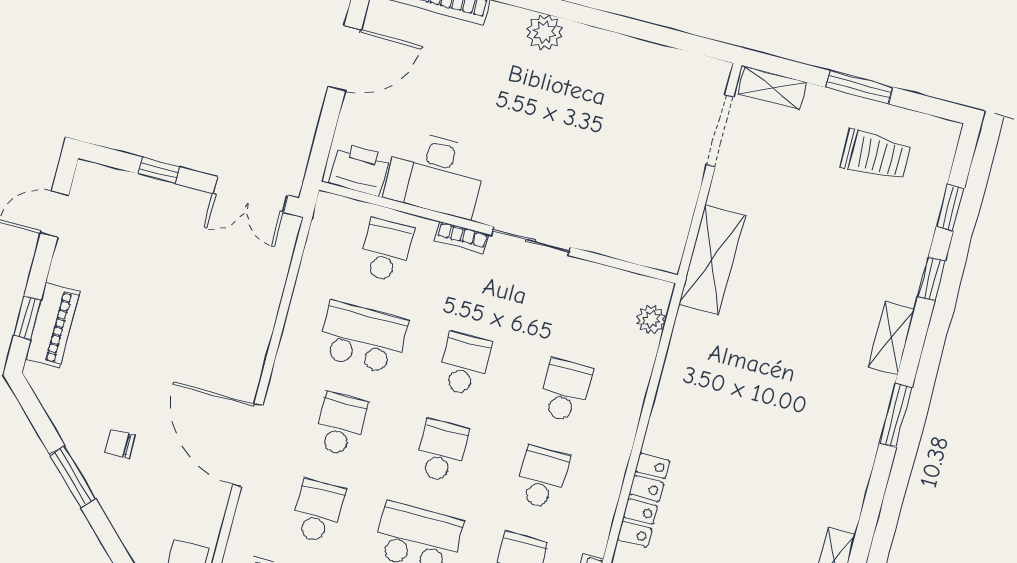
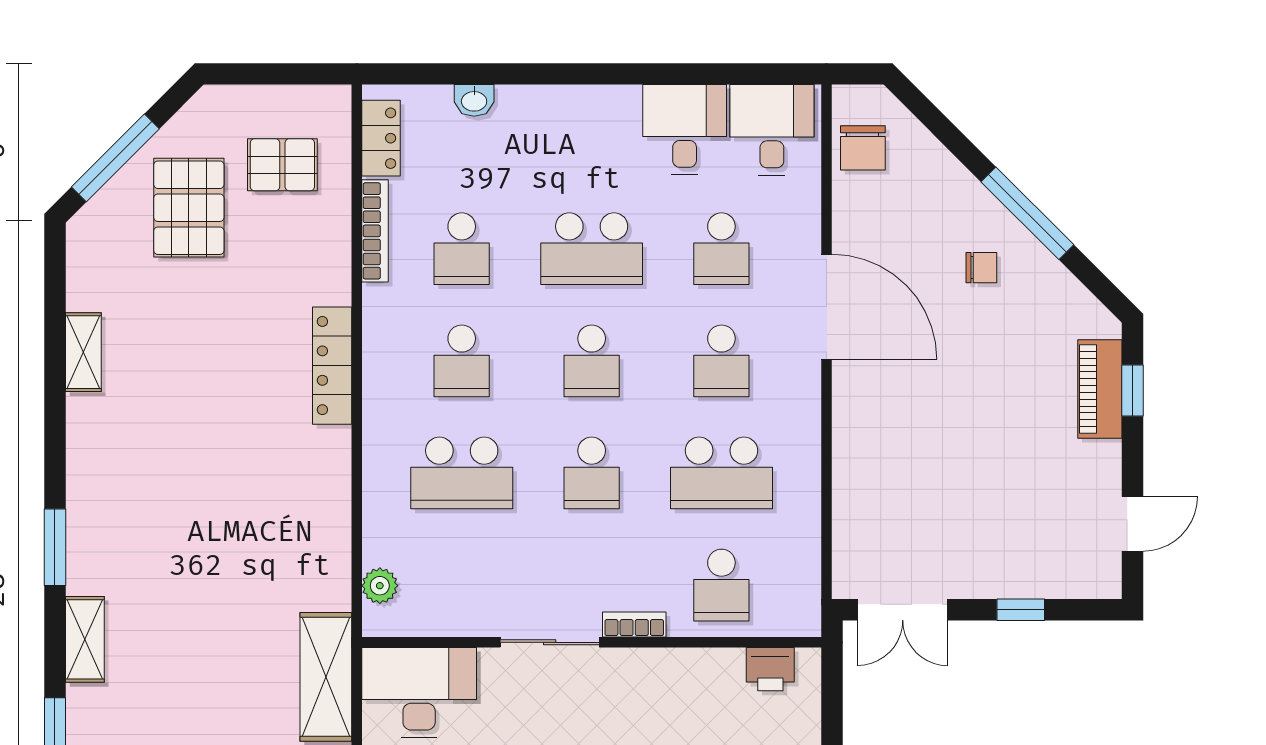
printer: (360, 169) -> (770, 669), width x0.73, depth x0.81
desk: (436, 174) -> (419, 692), moved
double door: (250, 194) -> (903, 610), swing flipped
school desk: (565, 390) -> (462, 473), width x1.85
window: (73, 477) -> (1027, 213), width x1.44

